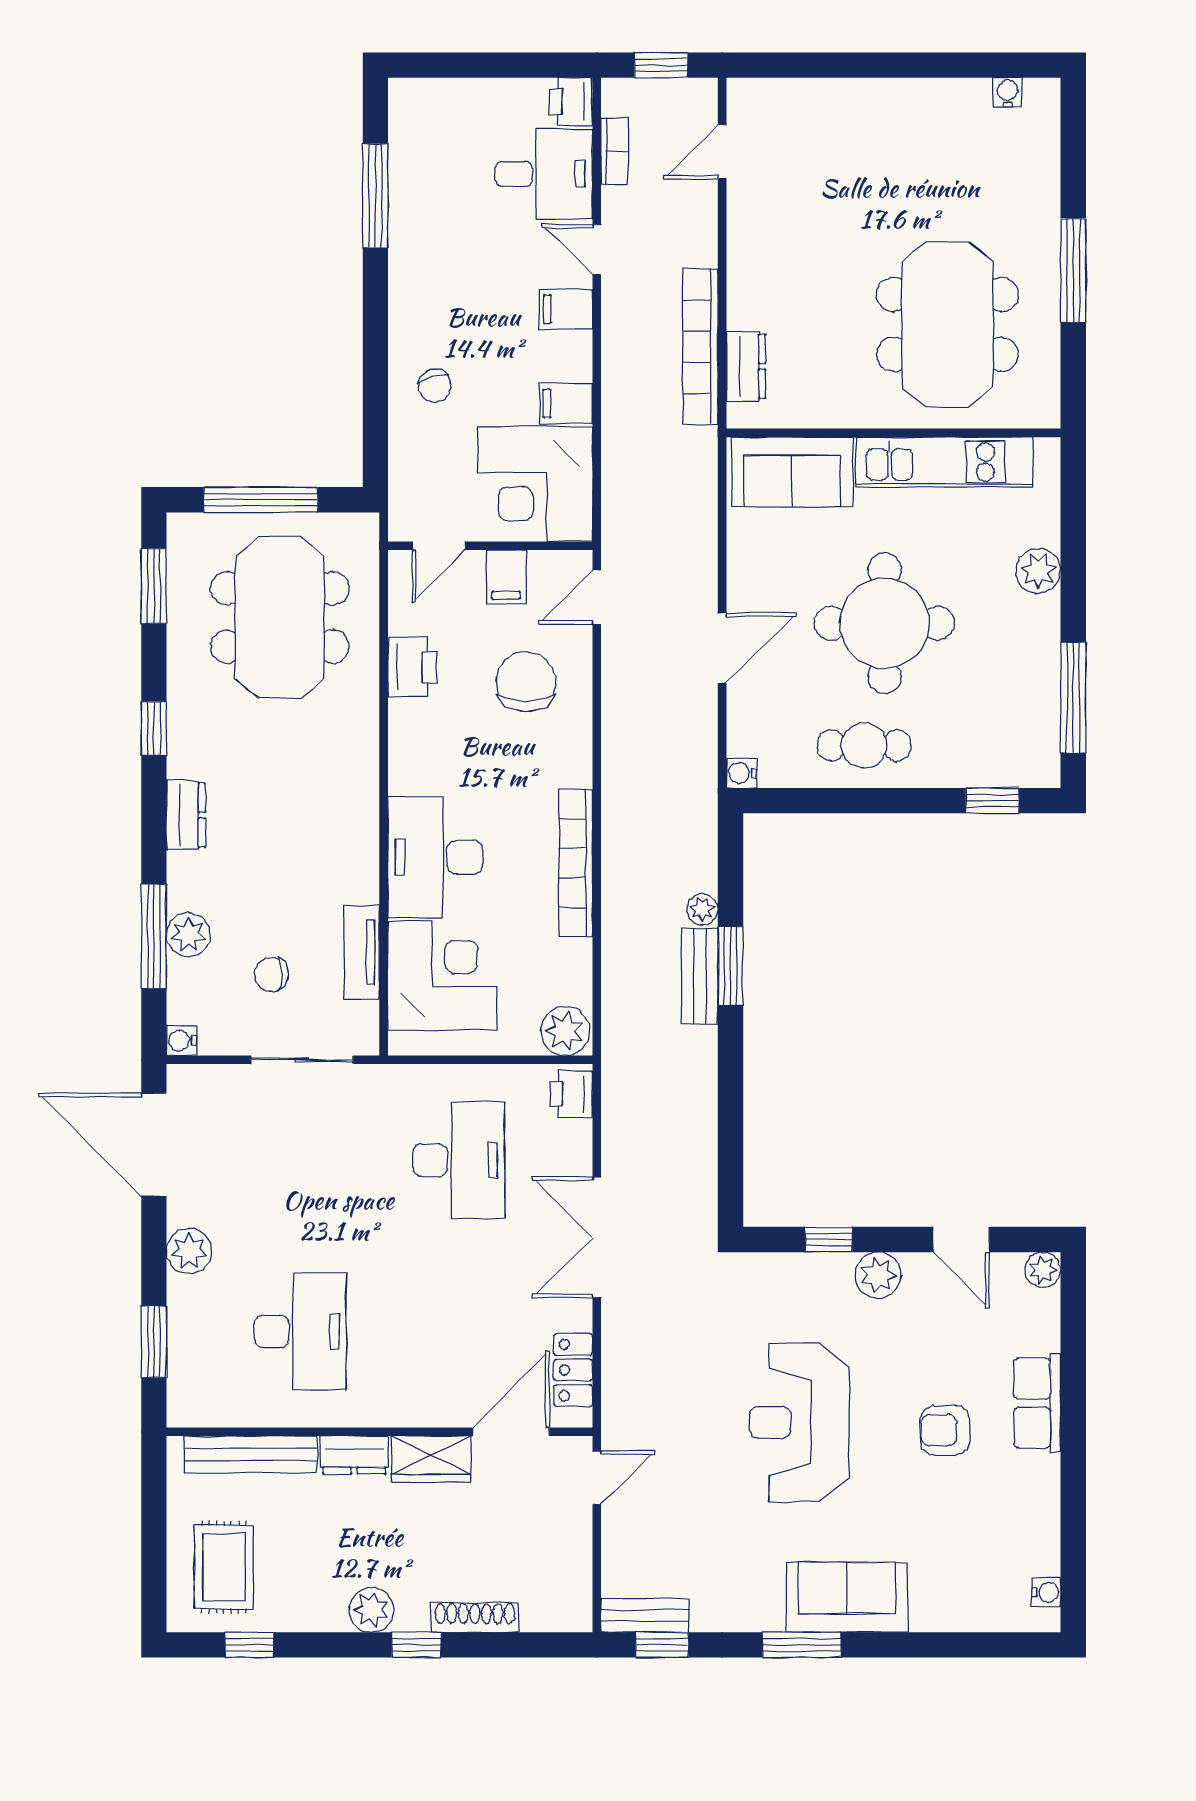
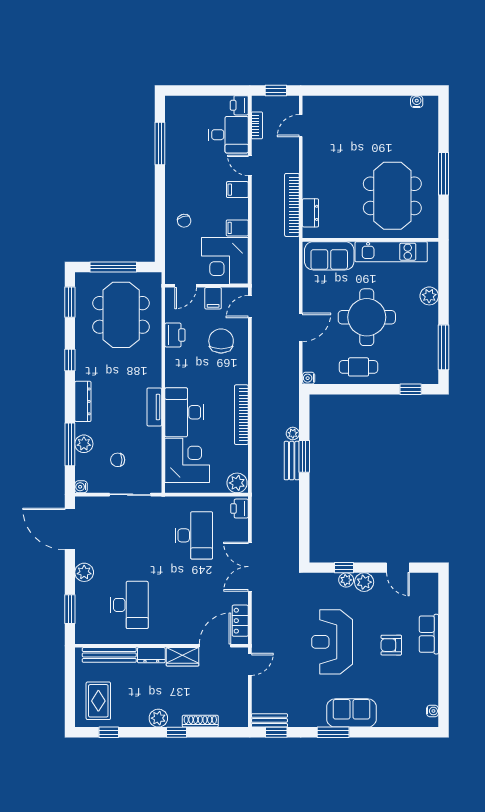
dresser: (186, 815) -> (83, 401), width x1.44
tv unit: (362, 952) -> (154, 407), moved
plant: (1043, 1270) -> (346, 580), moved

